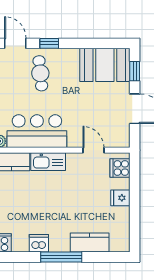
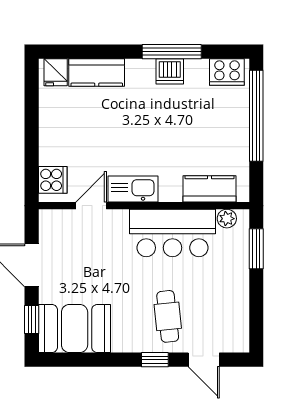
door: (93, 150) -> (91, 206), swing flipped
kitchen sink: (48, 162) -> (133, 189), moved
fridge: (120, 198) -> (56, 72), moved, turned 90
window: (61, 257) -> (172, 52), moved

